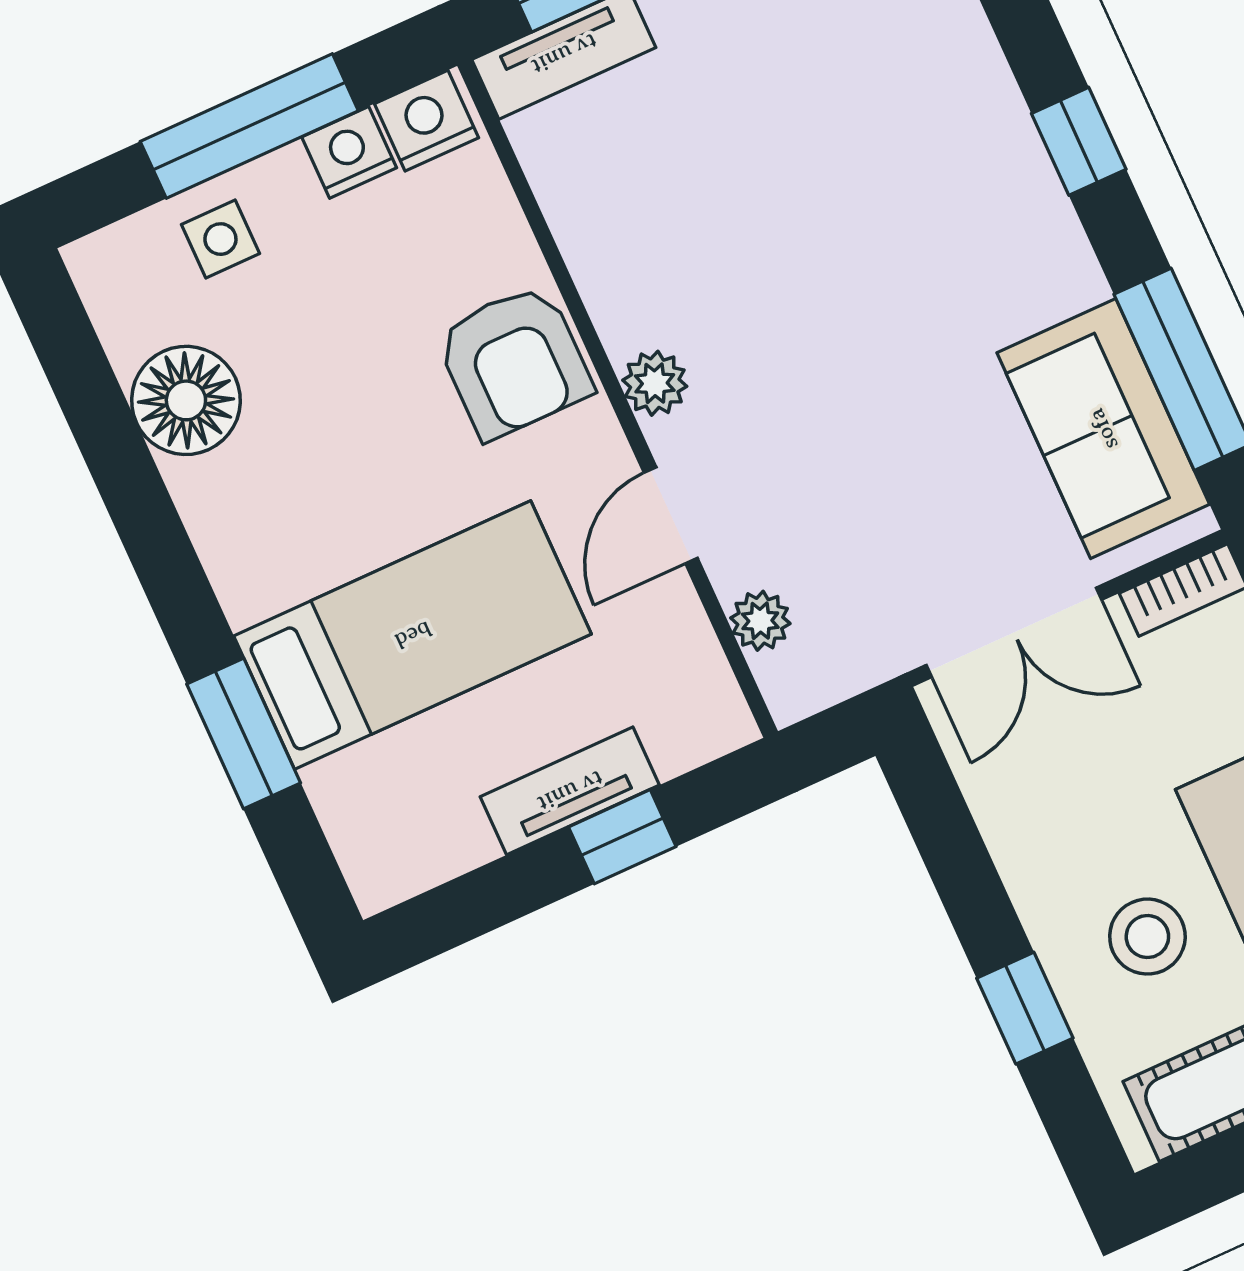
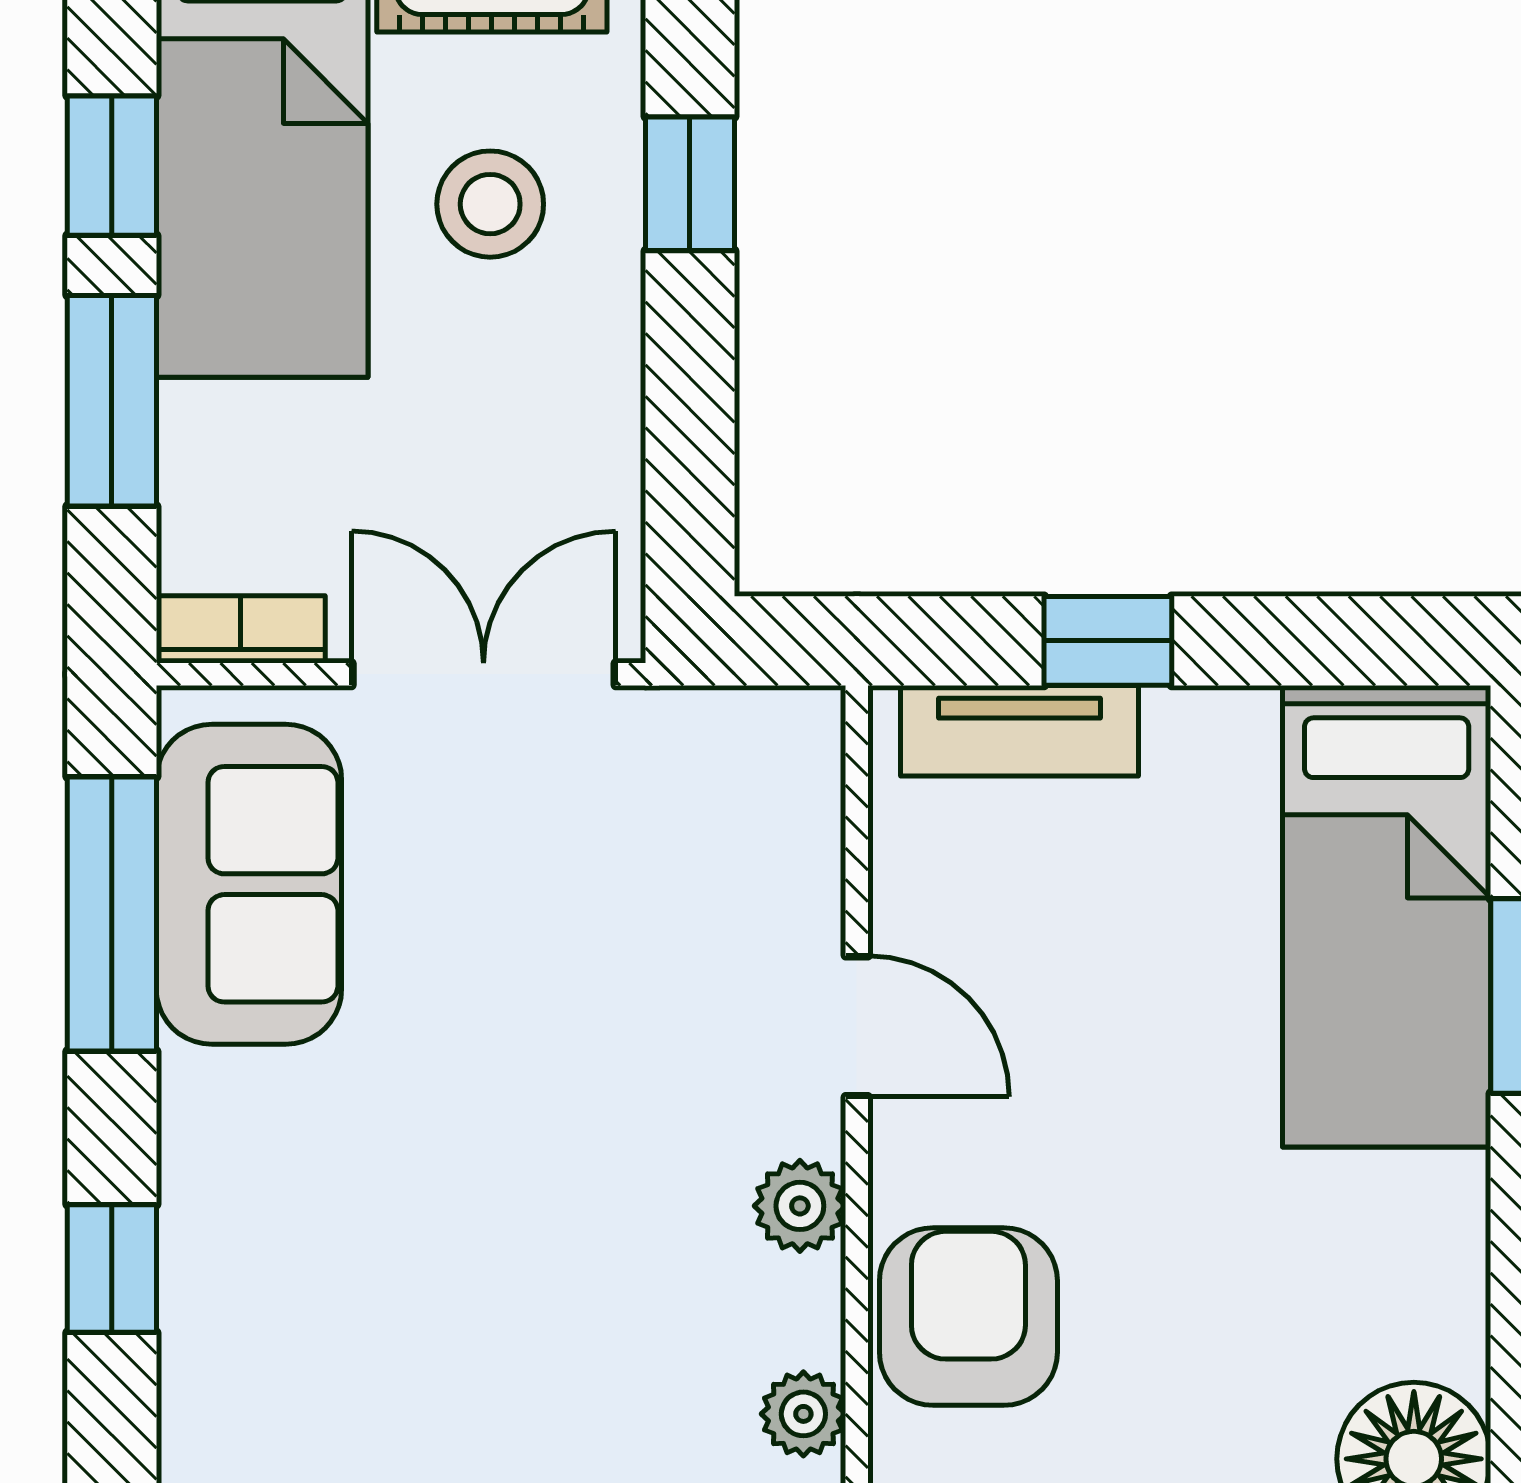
door: (671, 515) -> (857, 1026), hinge flipped
plant: (760, 621) -> (803, 1414), moved
bed: (413, 635) -> (1387, 916), moved, turned -90
tv unit: (570, 791) -> (1020, 731), moved

